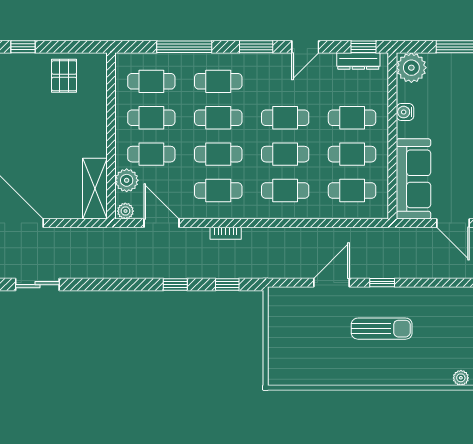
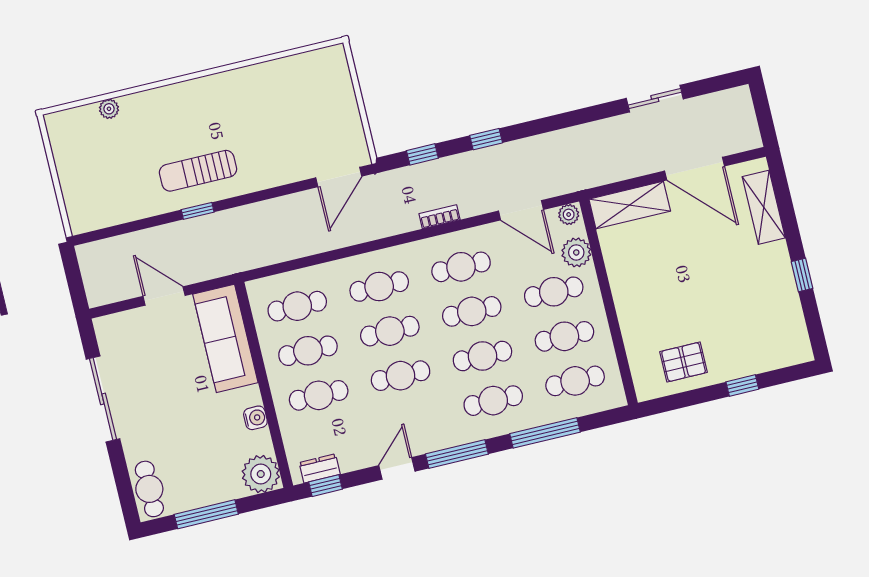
window: (256, 47) -> (457, 454), width x1.44
dresser: (358, 61) -> (320, 468), width x0.70
pallet: (64, 76) -> (684, 362), turned 90
shelving: (95, 189) -> (630, 205), moved, turned 90
door: (331, 283) -> (339, 177), moved
window: (382, 283) -> (198, 211), moved
sun lounger: (382, 329) -> (198, 171), moved

